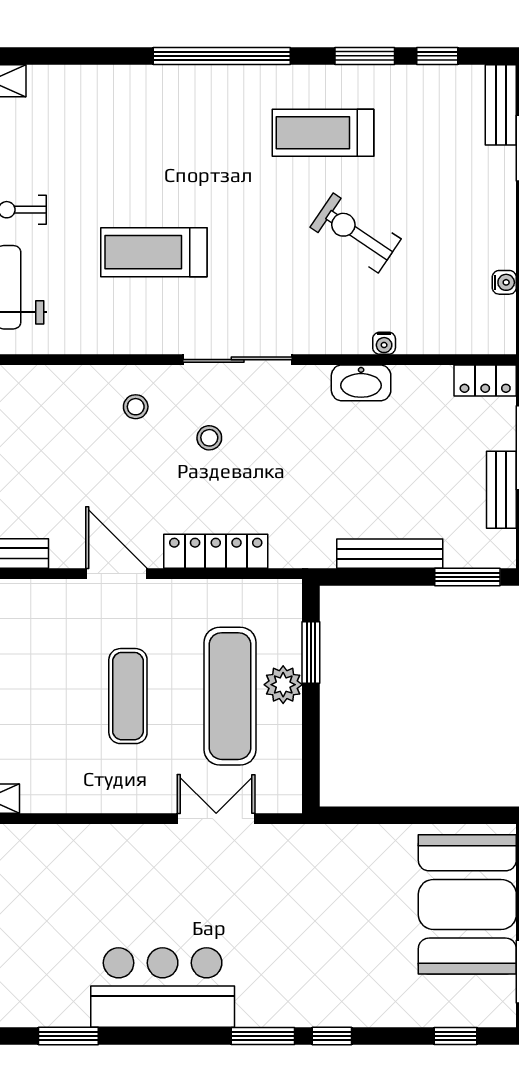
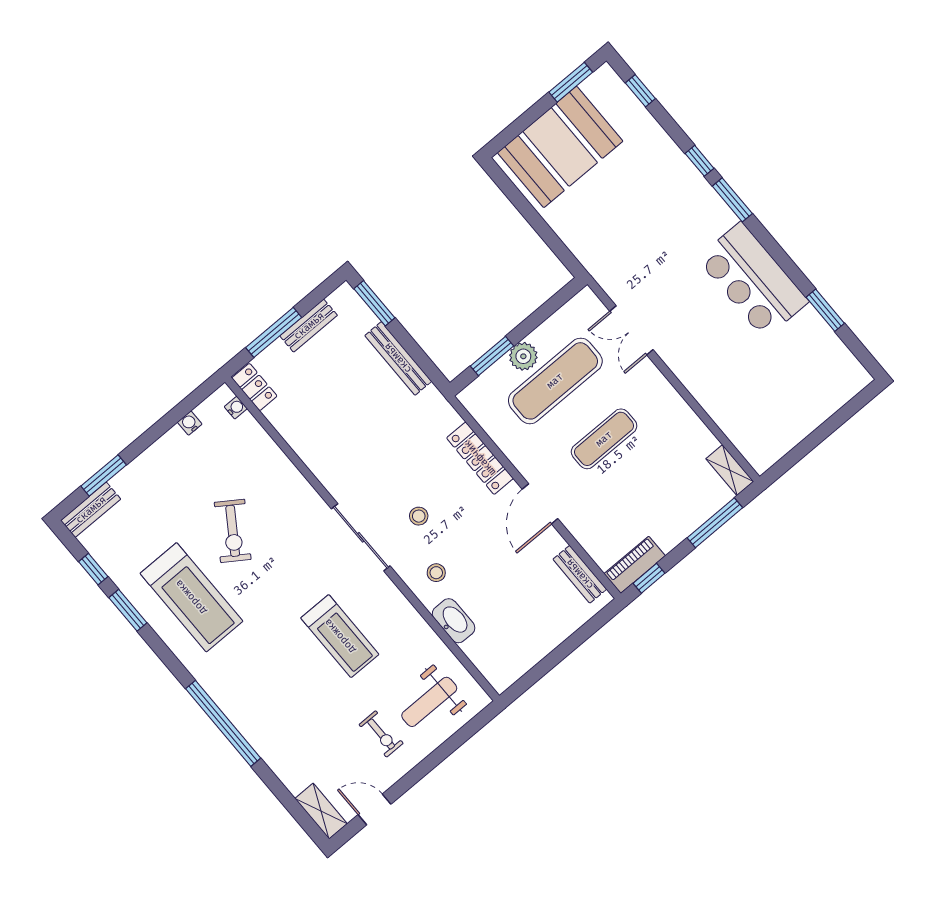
window: (222, 56) -> (223, 723), moved
treadmill: (323, 133) -> (191, 597), width x1.37, depth x1.38
water cooler: (384, 343) -> (236, 408), moved
washbasin: (361, 383) -> (454, 621), moved

